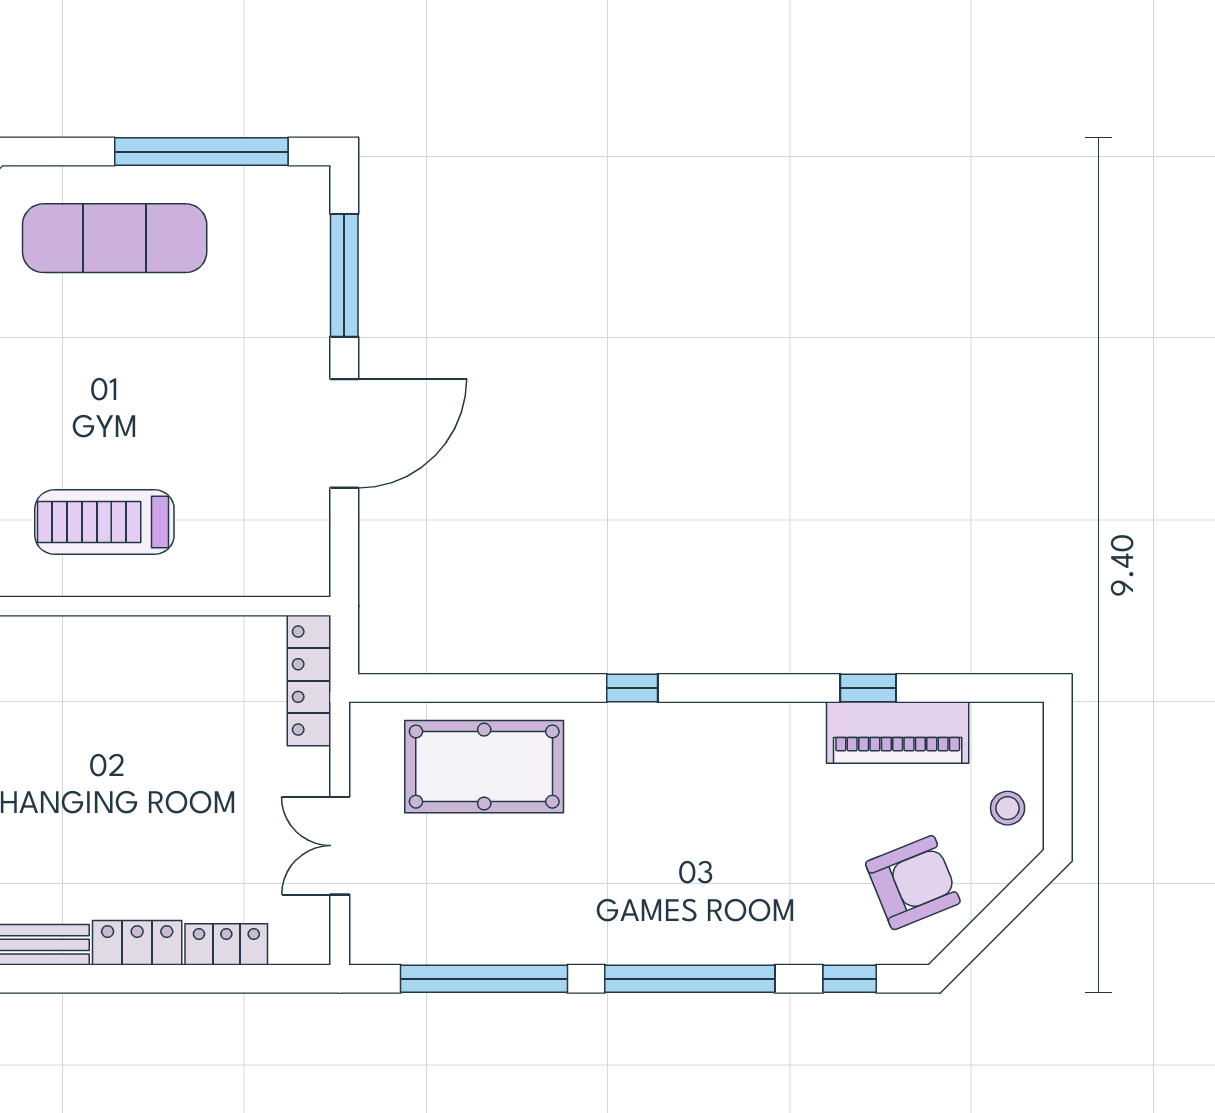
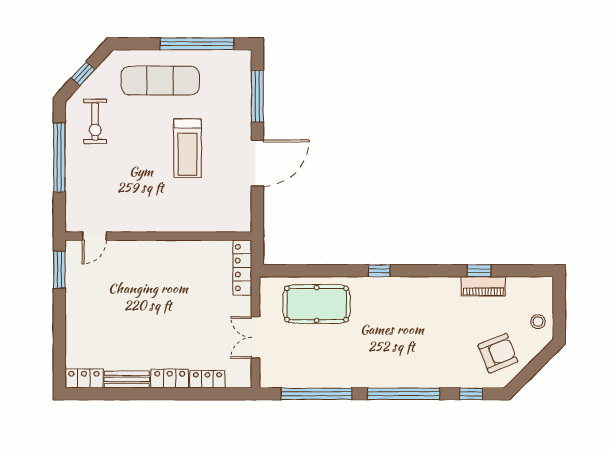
treadmill: (104, 522) -> (187, 148), moved, turned -90
piano: (898, 732) -> (483, 286), width x0.73, depth x0.75

